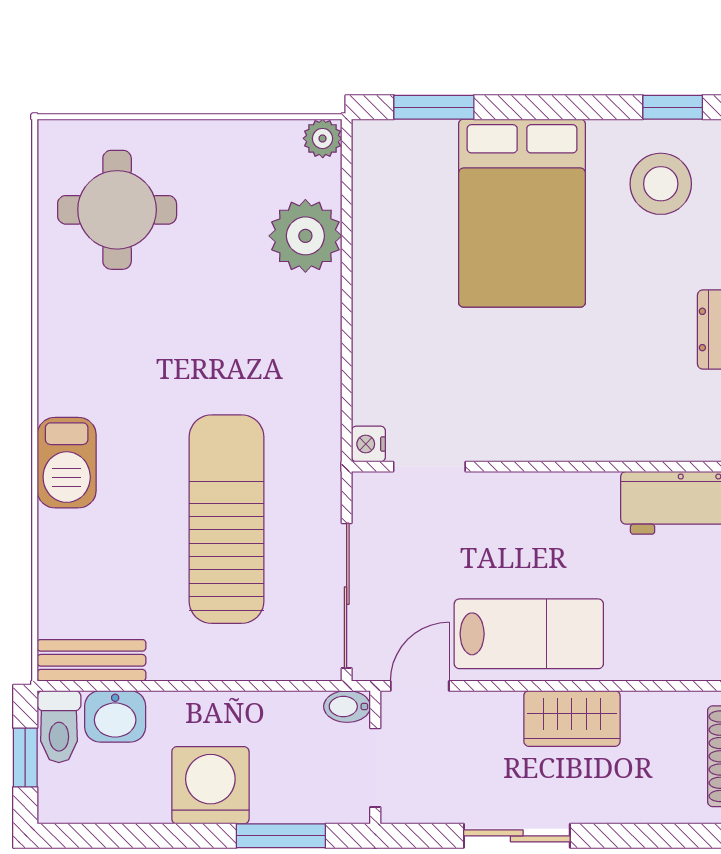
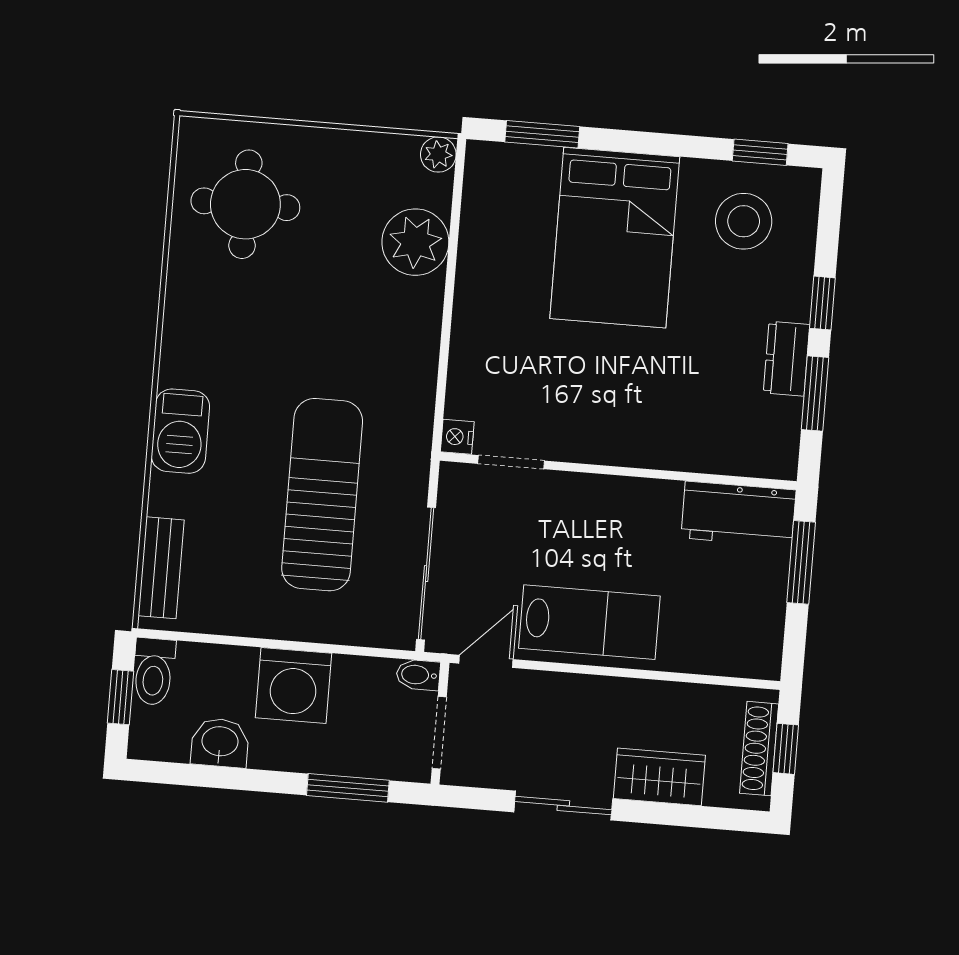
bench: (91, 660) -> (161, 568), moved, turned 90
washbasin: (115, 716) -> (220, 743), moved, turned 180
wardrobe: (572, 718) -> (659, 777), moved, turned 180
washing machine: (210, 785) -> (293, 685), moved, turned 180

